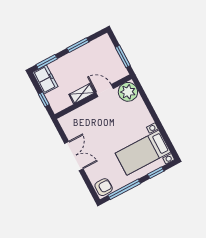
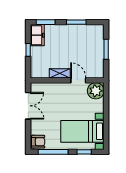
door: (105, 91) -> (78, 80), moved
plant: (128, 92) -> (96, 91), moved
shelving: (82, 94) -> (60, 73), moved
wall: (93, 97) -> (67, 80), moved

